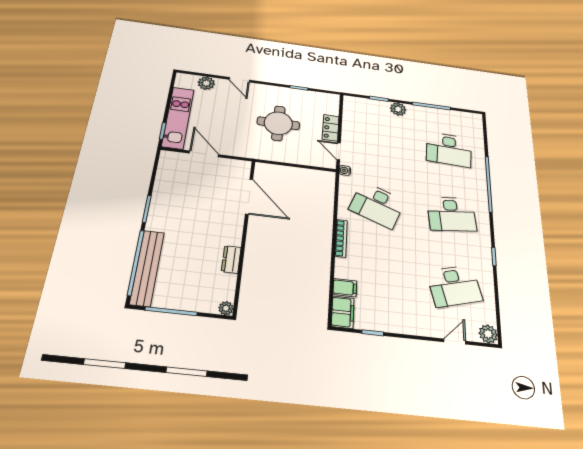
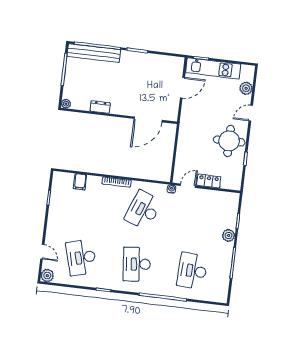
round table: (278, 123) -> (229, 141), moved
filing cabinet: (343, 312) -> (63, 179), removed

